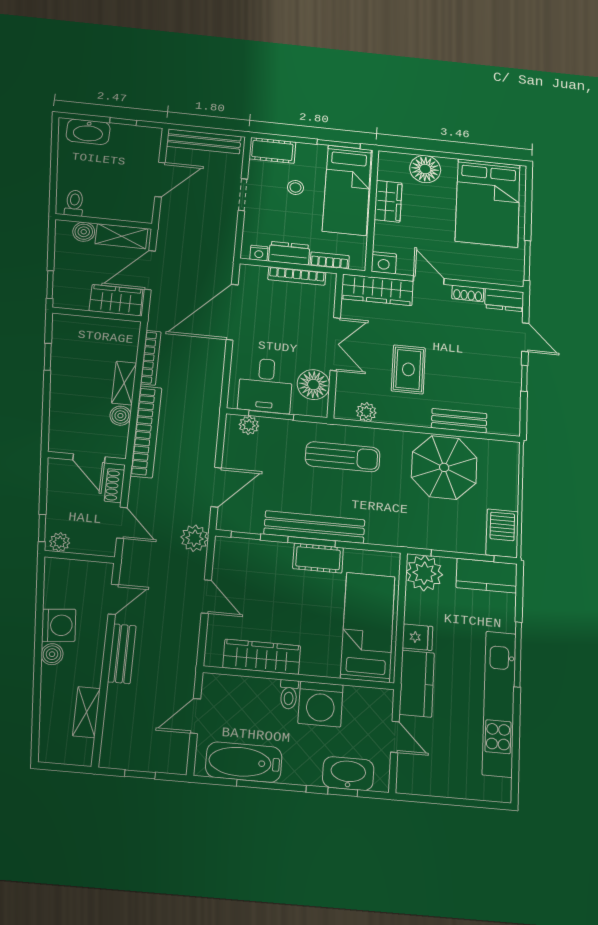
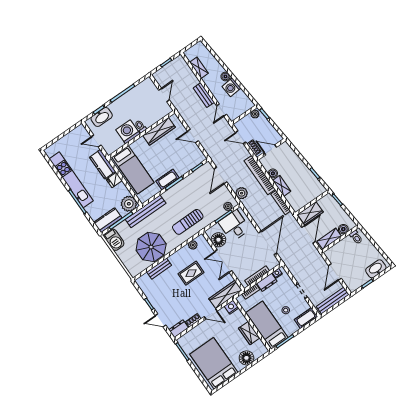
rug: (408, 369) -> (191, 273), turned 90
bench: (314, 527) -> (146, 211), moved
plant: (195, 538) -> (242, 193), moved
bathtub: (244, 762) -> (137, 93), removed

